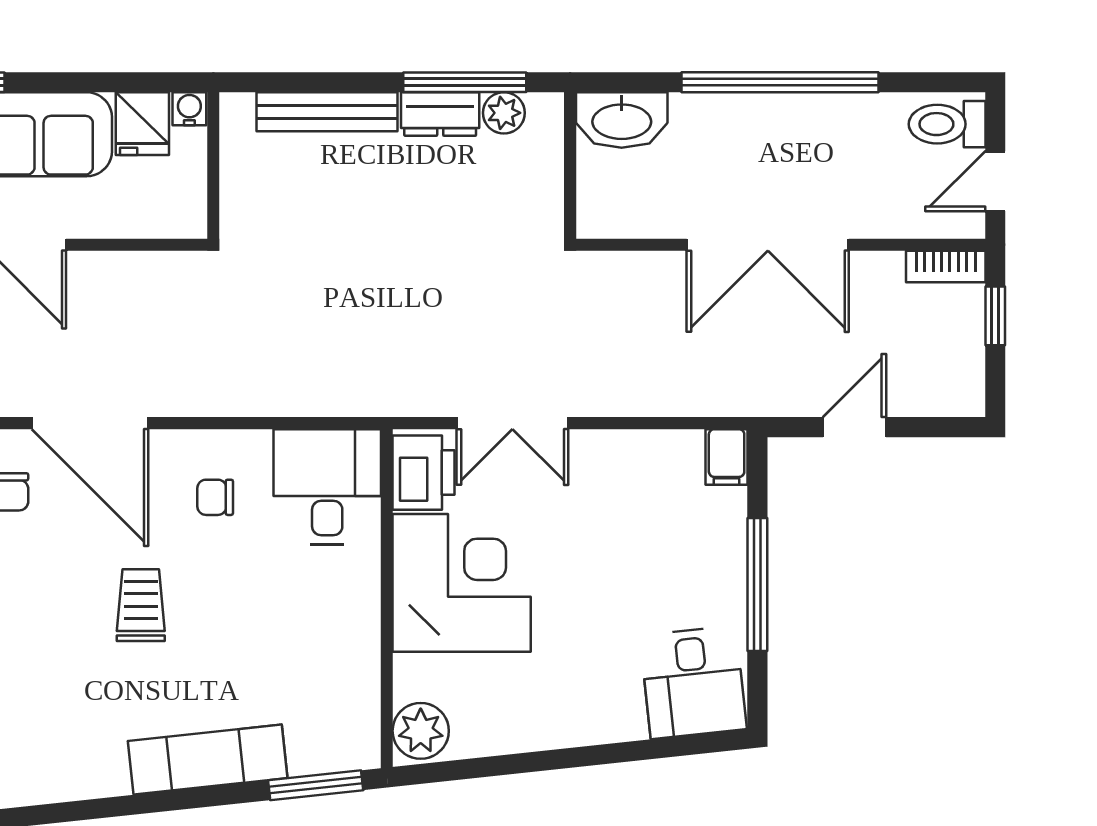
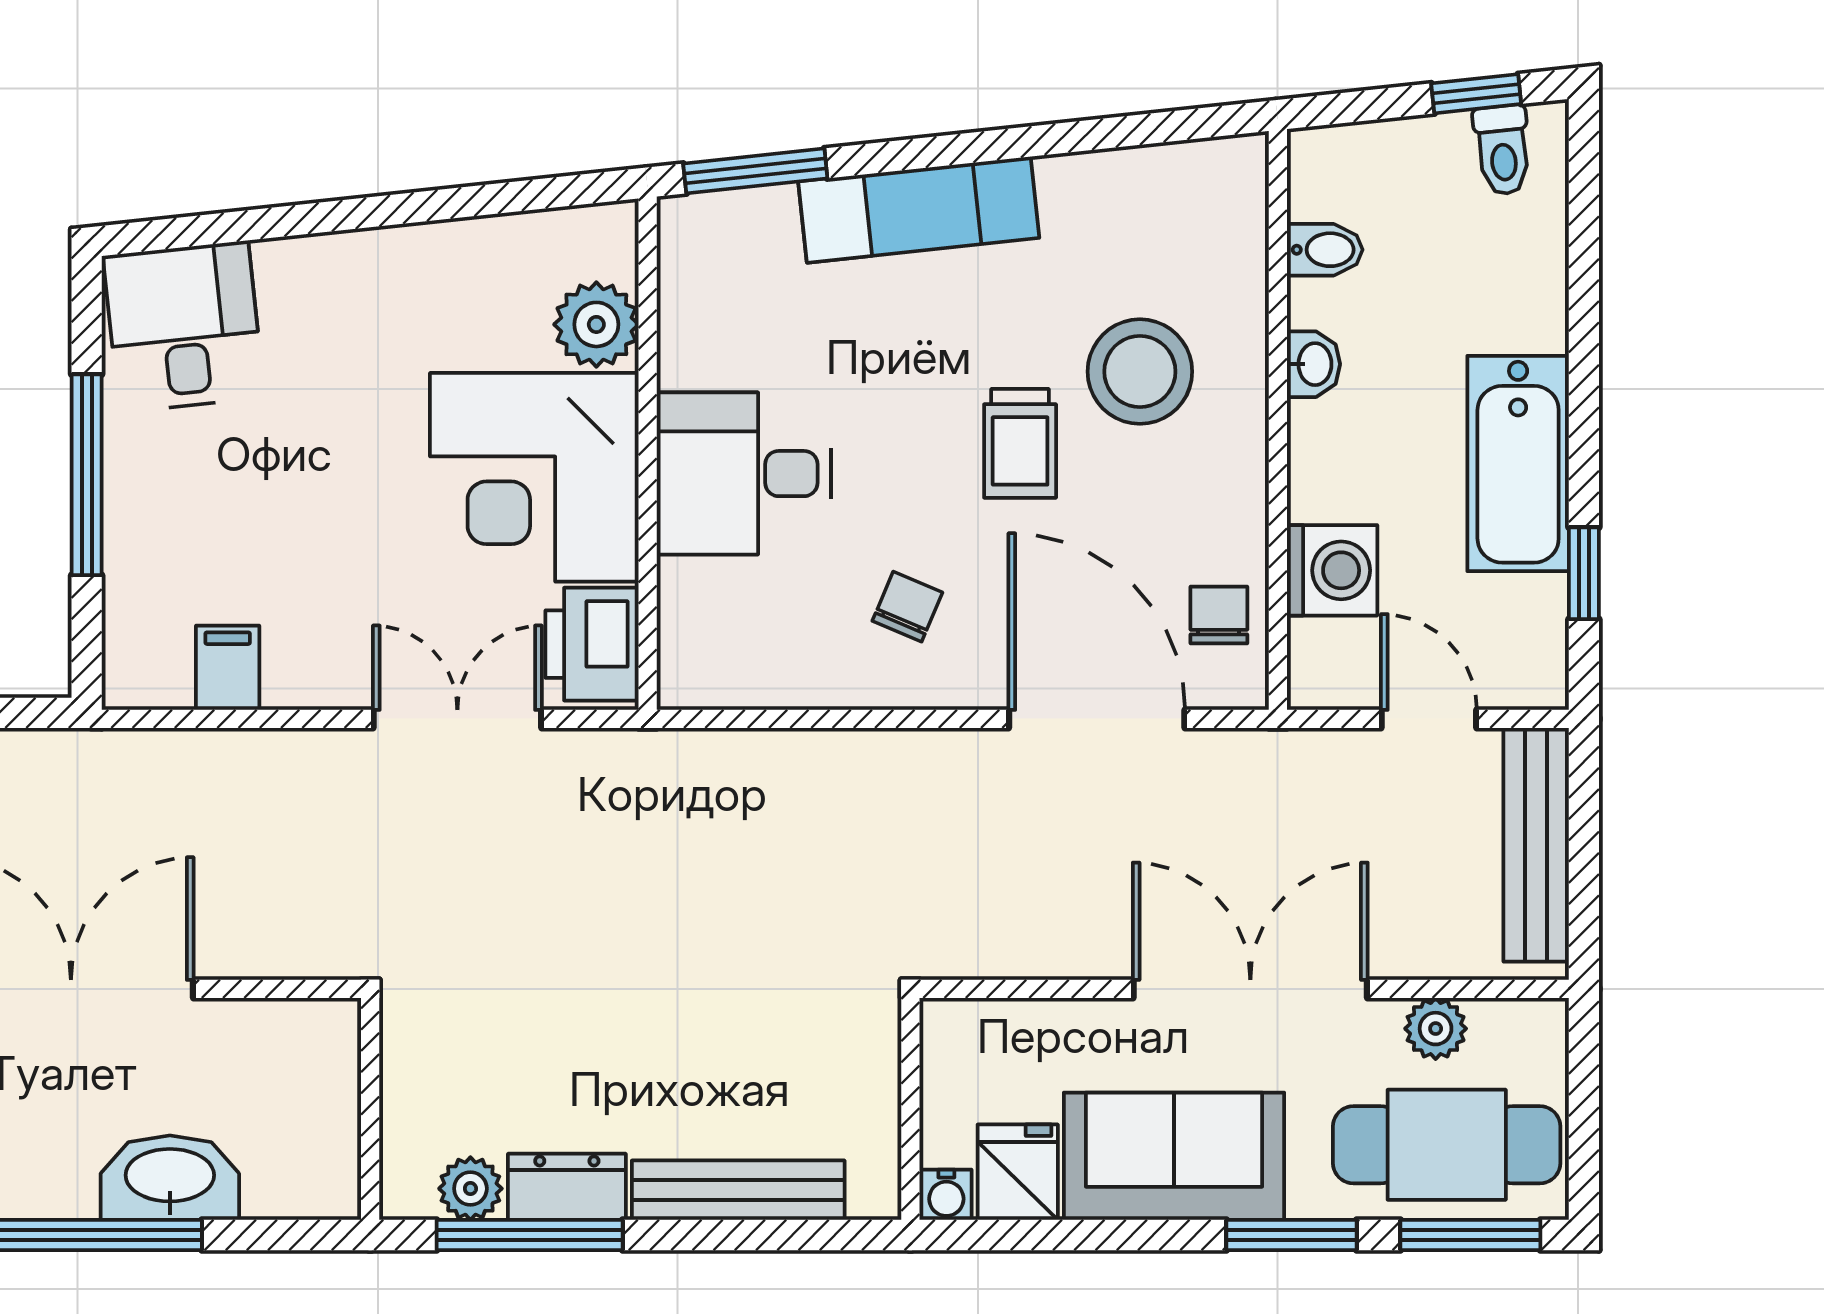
washbasin: (622, 120) -> (170, 1178), moved
filing cabinet: (727, 457) -> (228, 668), moved
desk: (327, 487) -> (744, 474), moved, turned 90
chair: (215, 497) -> (907, 607), turned -67
stool: (62, 653) -> (1140, 372), added
plant: (421, 731) -> (596, 324), moved

